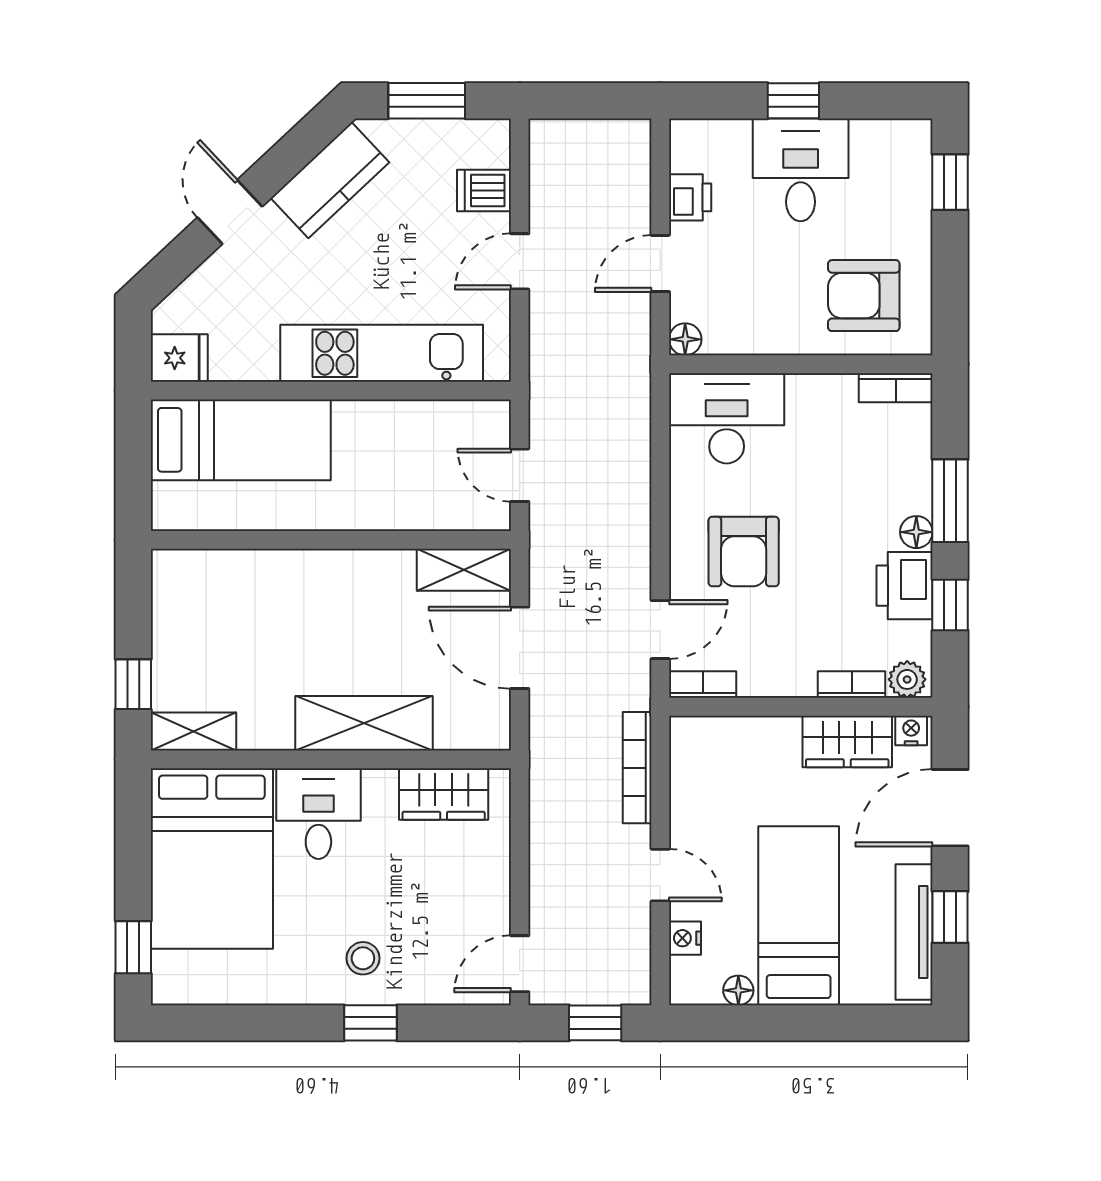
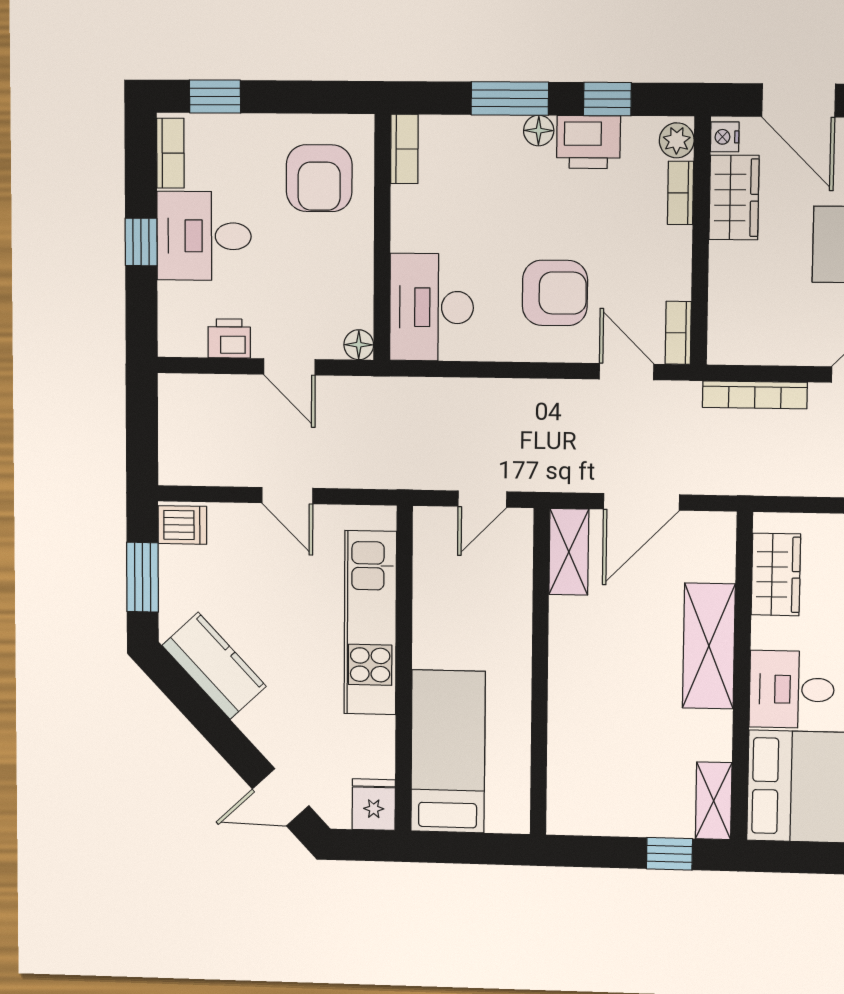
bookcase: (889, 133) -> (170, 153), added
dishwasher: (484, 191) -> (182, 525), moved, turned -90
door: (230, 212) -> (281, 797), moved

